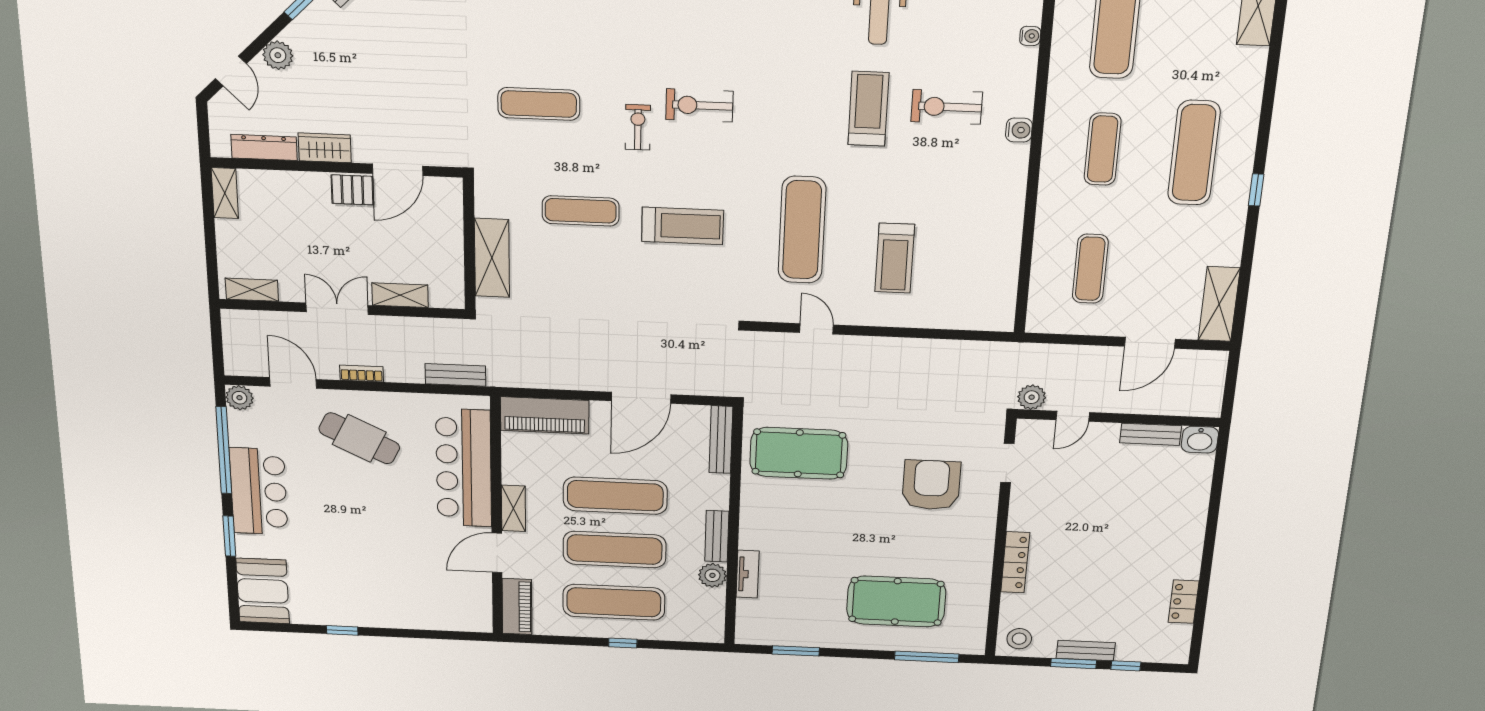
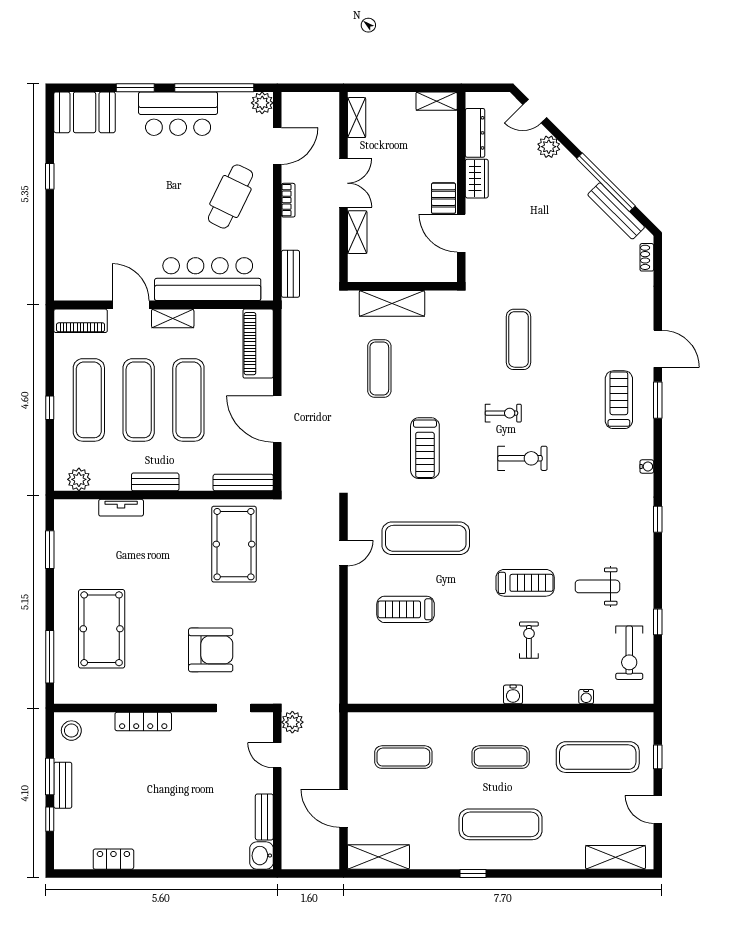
exercise bike: (699, 105) -> (522, 458), turned 90
exercise bike: (947, 107) -> (529, 640), width x0.73, depth x0.72
exercise mat: (581, 211) -> (379, 368), moved
plant: (712, 575) -> (79, 479), moved

